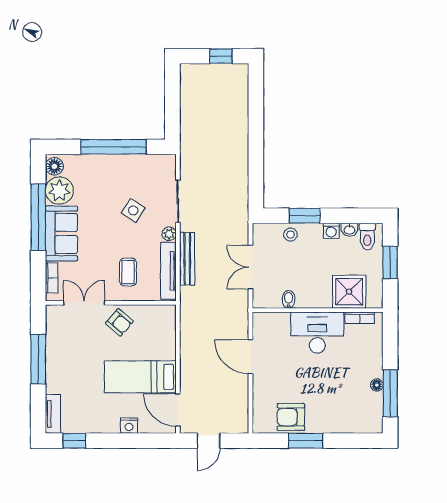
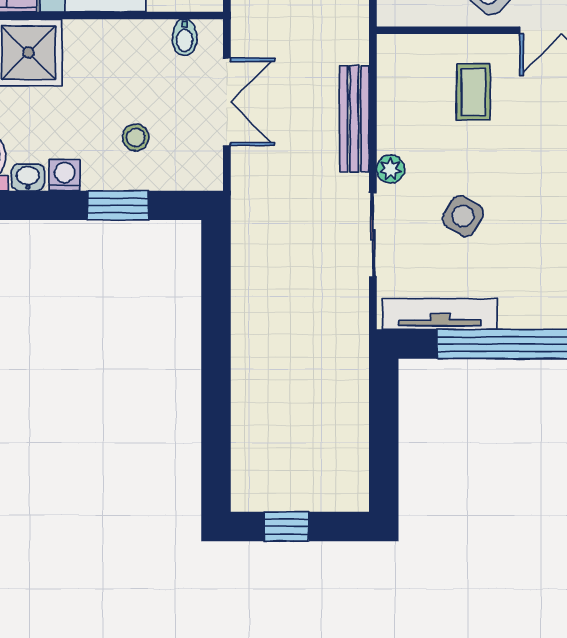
stool: (290, 235) -> (136, 137), moved
tv unit: (168, 271) -> (440, 314), moved, turned -90
bidet: (289, 299) -> (185, 37), moved

